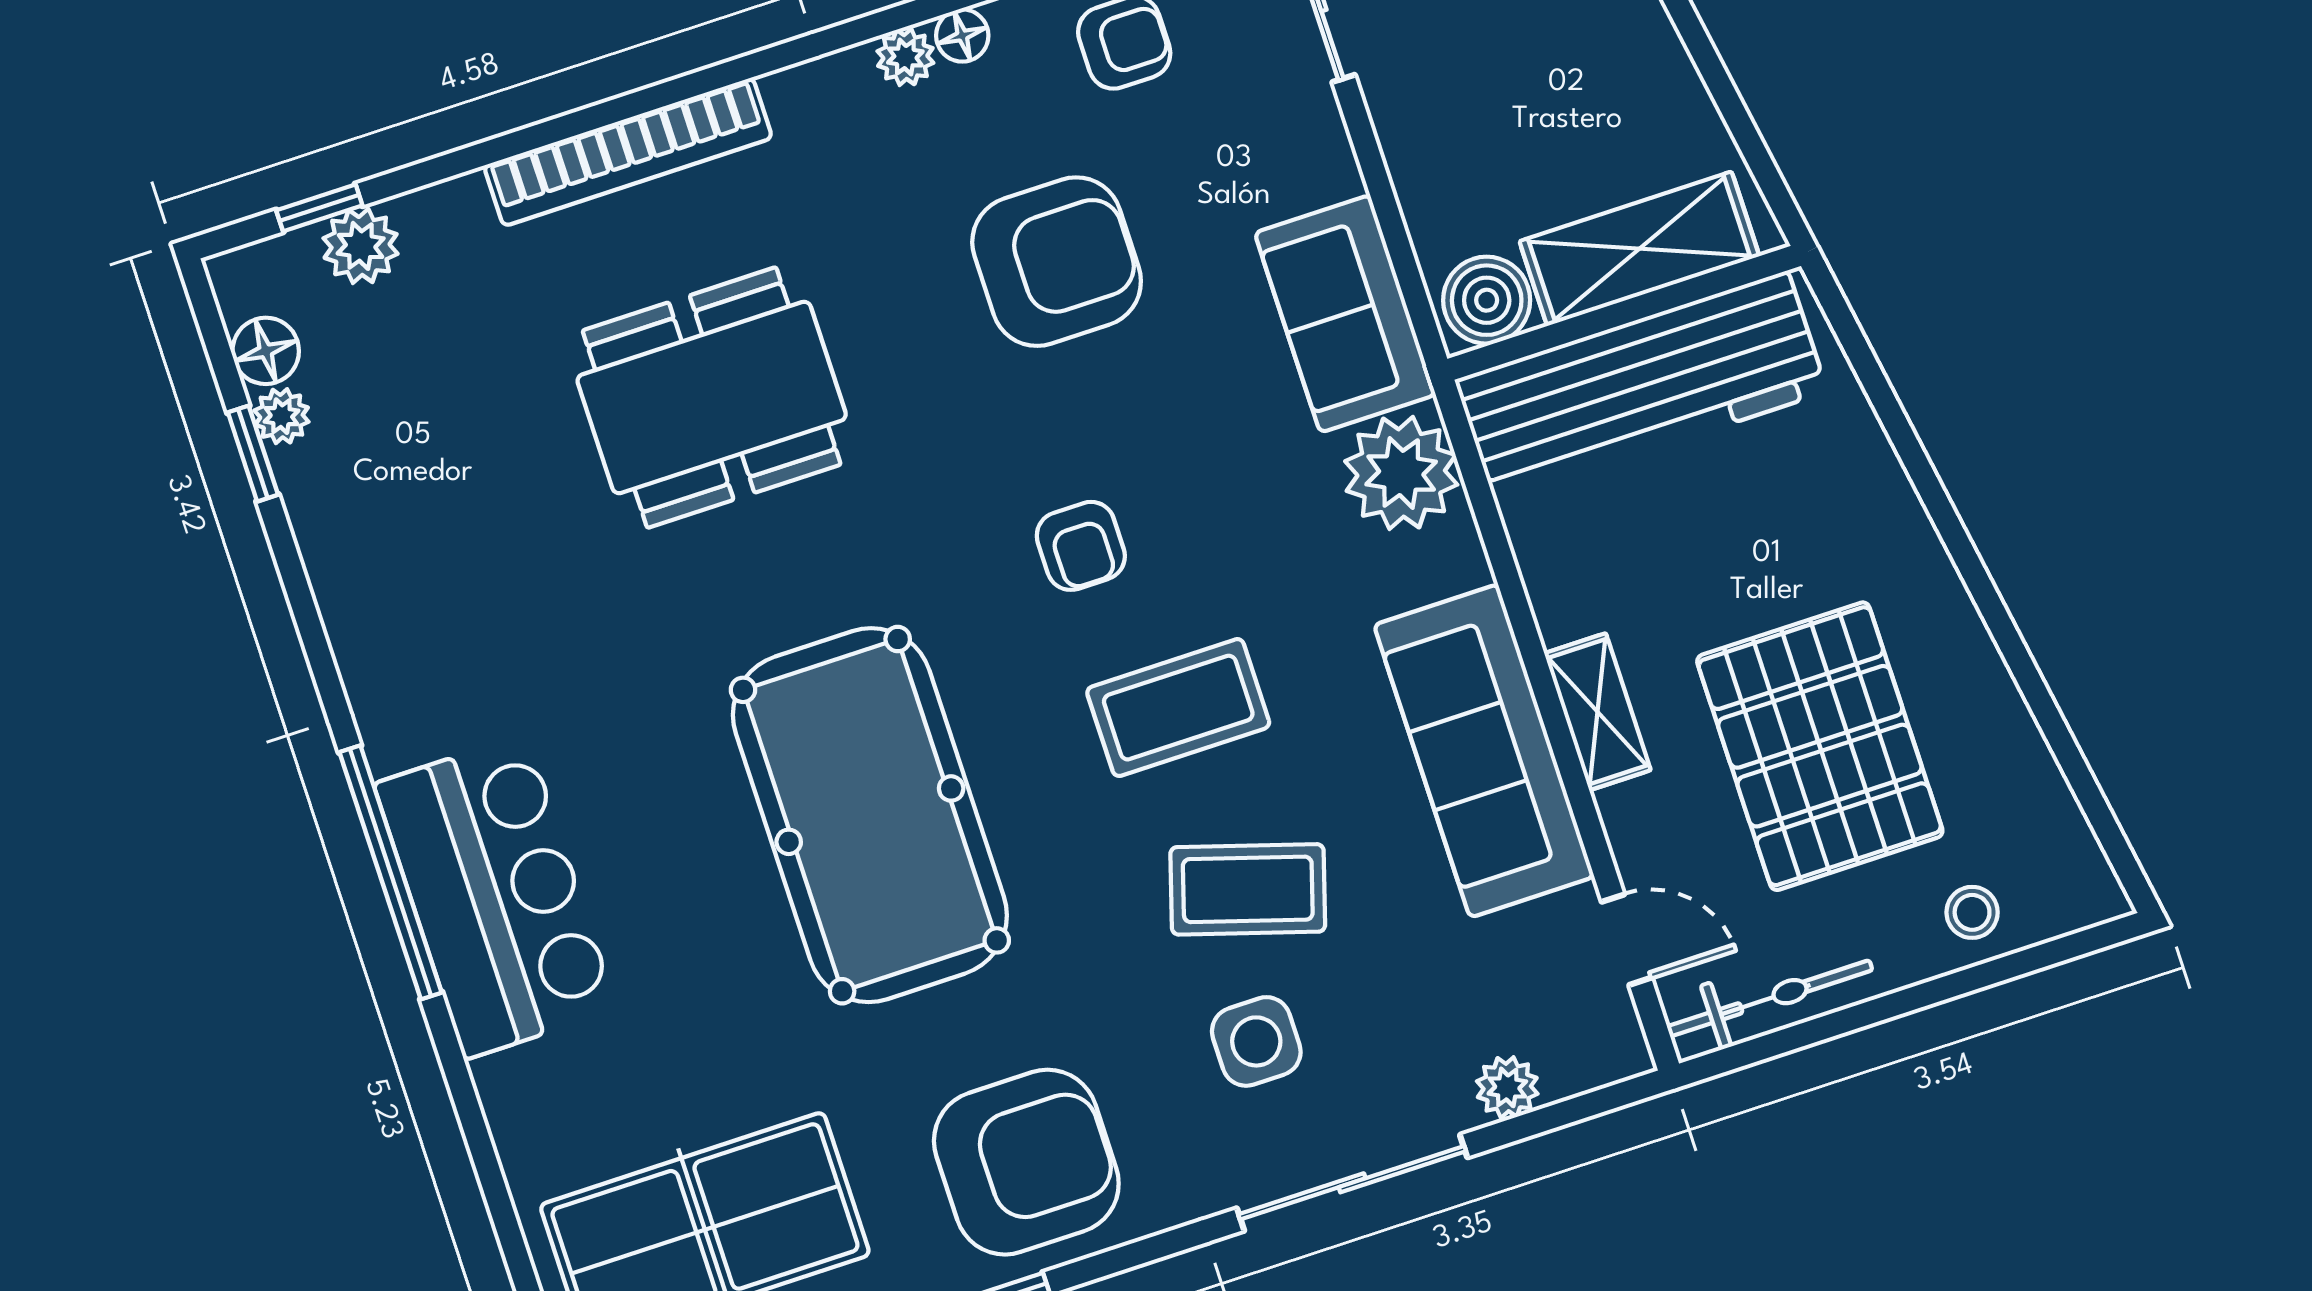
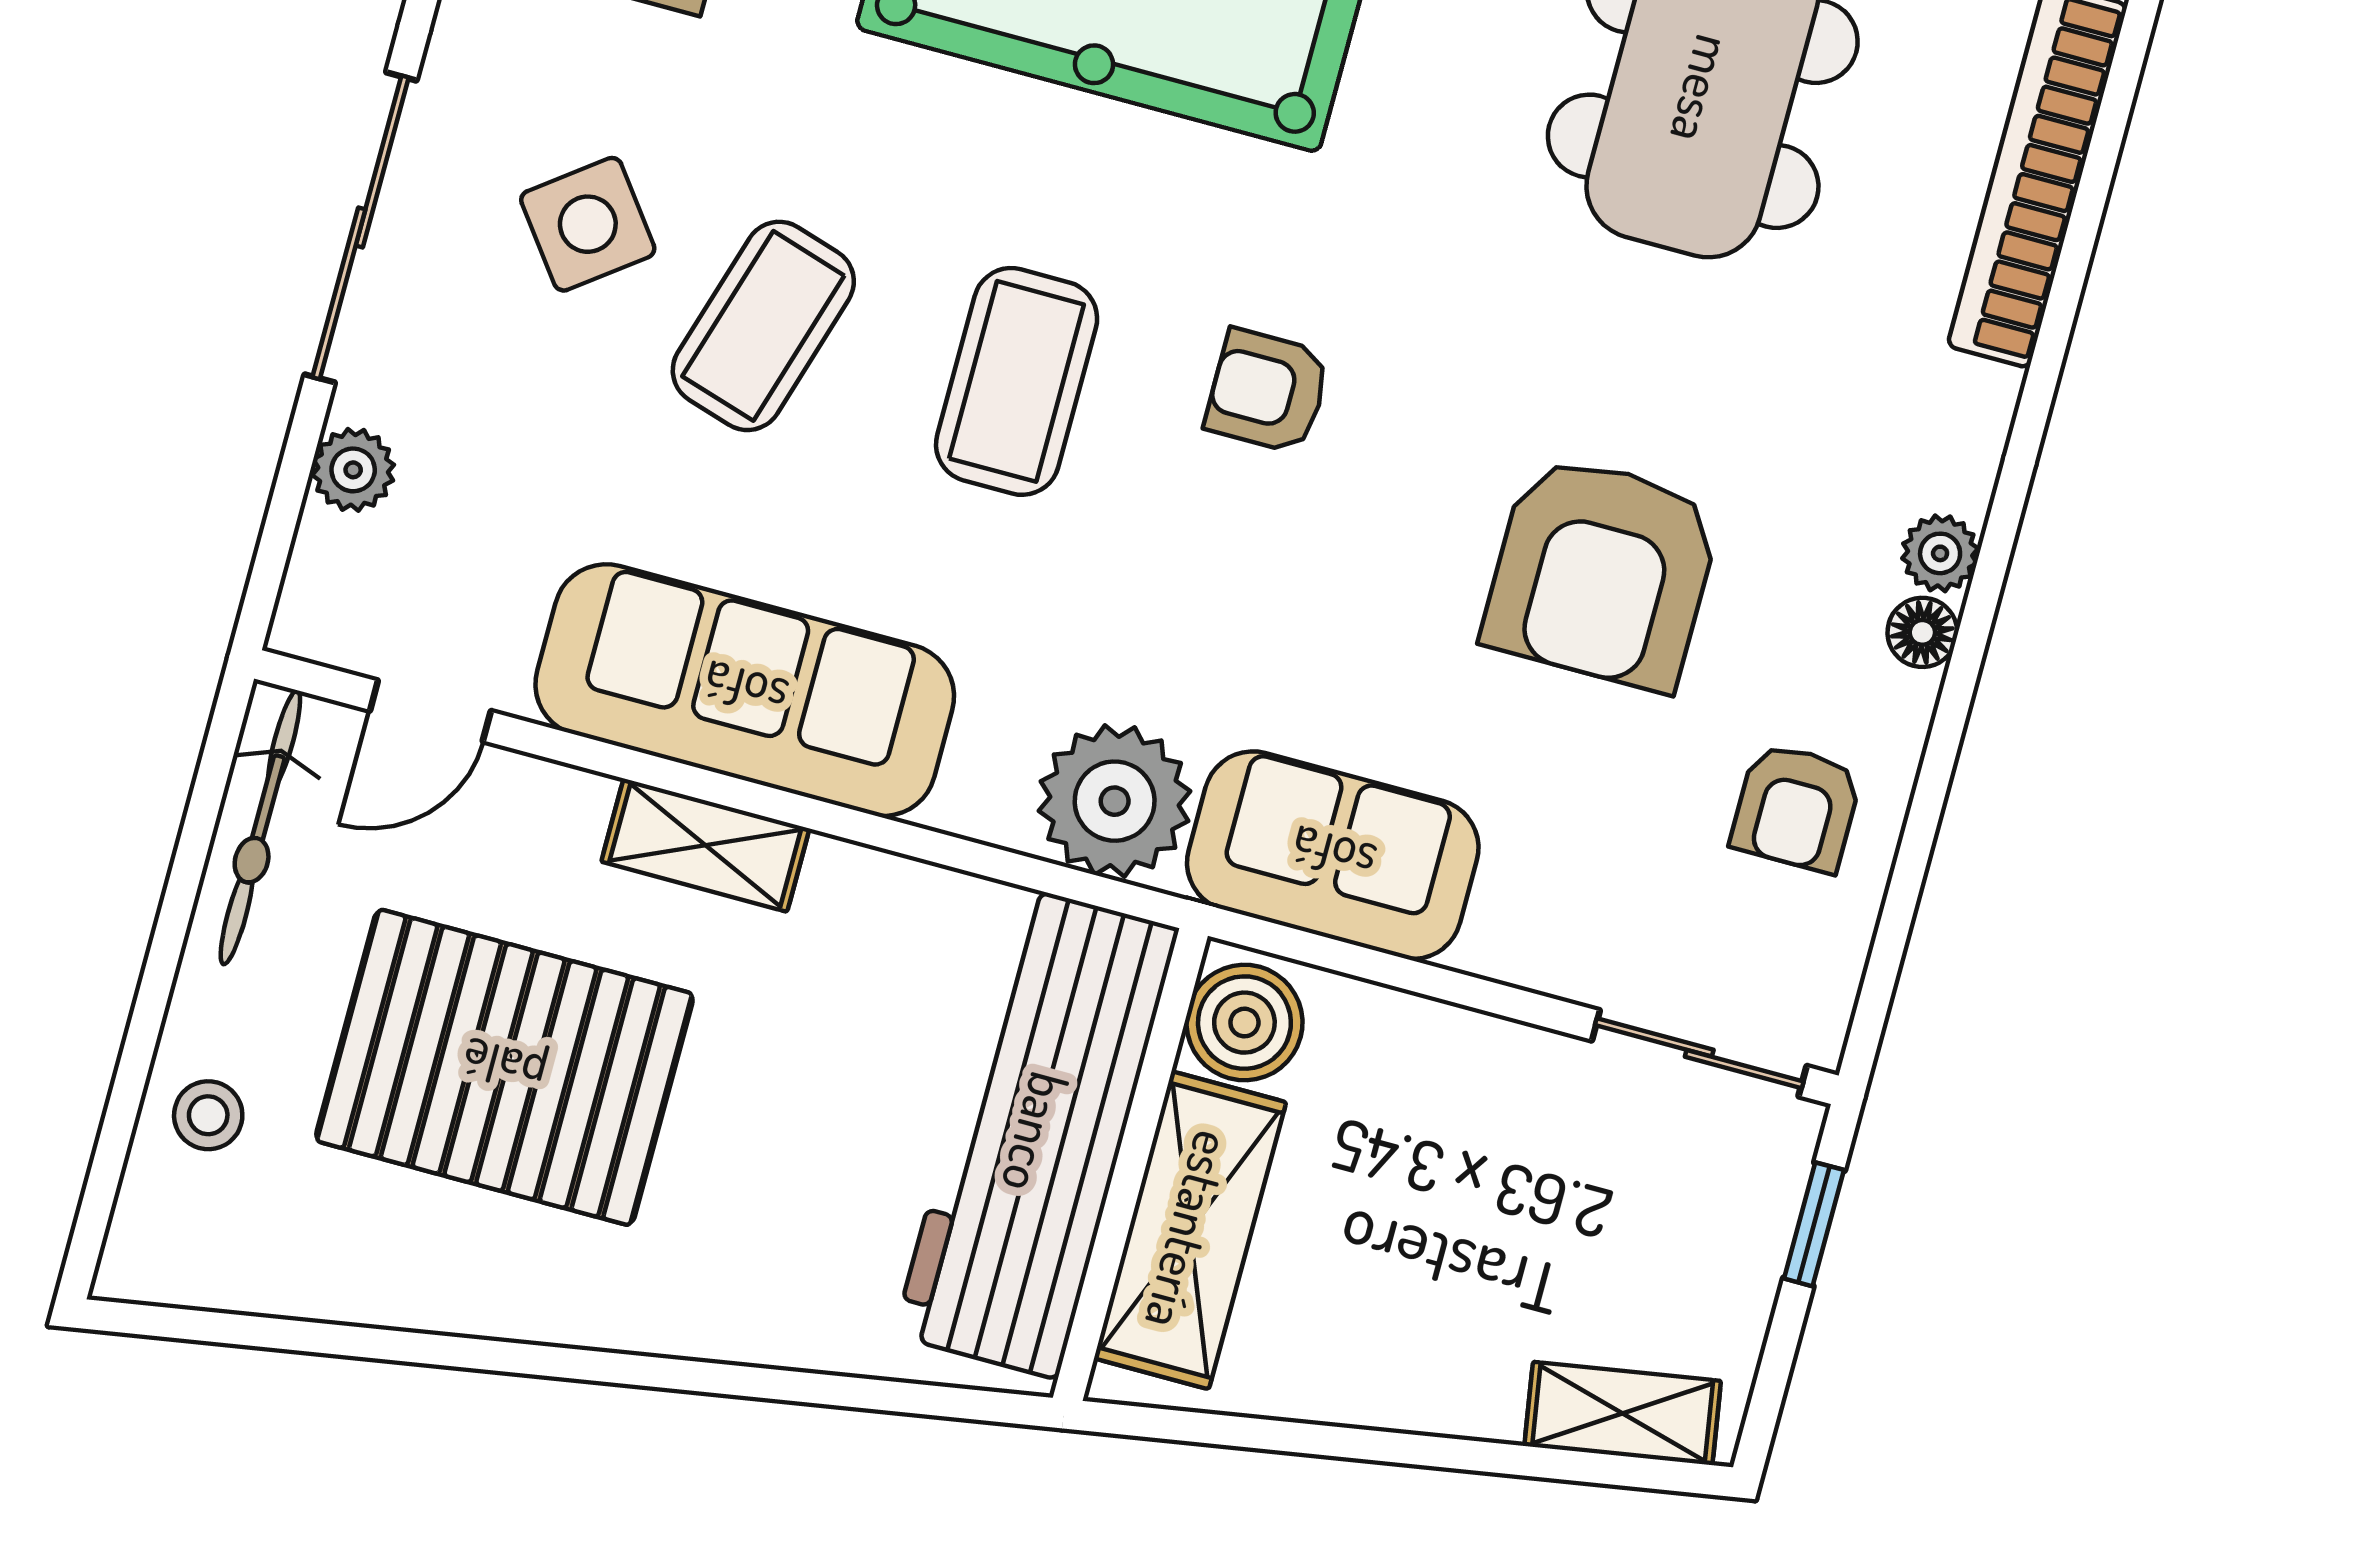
side table: (1256, 1041) -> (588, 224), turned -37

